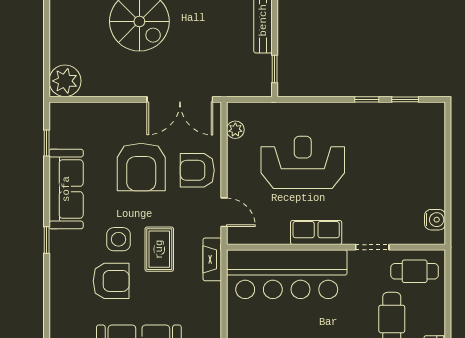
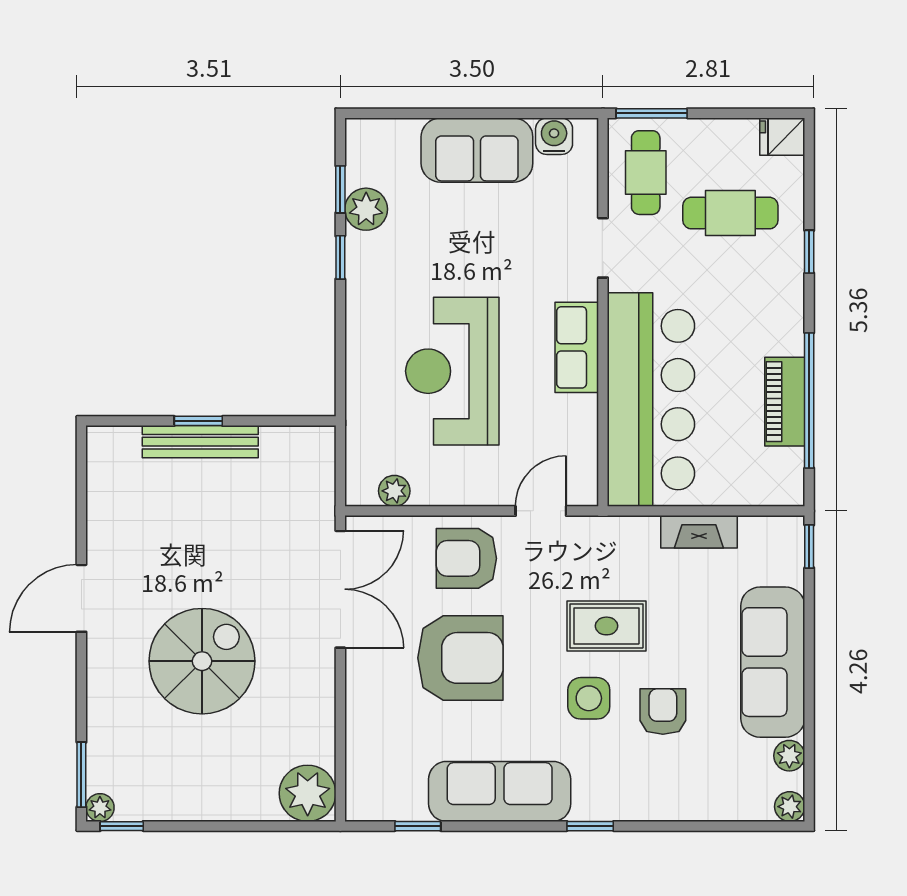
window: (275, 69) -> (198, 421), moved
plant: (394, 114) -> (366, 209), added
armchair: (197, 170) -> (466, 558), turned 90
sofa: (427, 176) -> (477, 150), added
fireplace: (212, 259) -> (699, 532), moved
window: (448, 275) -> (652, 113), added
armchair: (111, 281) -> (663, 711), width x0.72, depth x0.72

